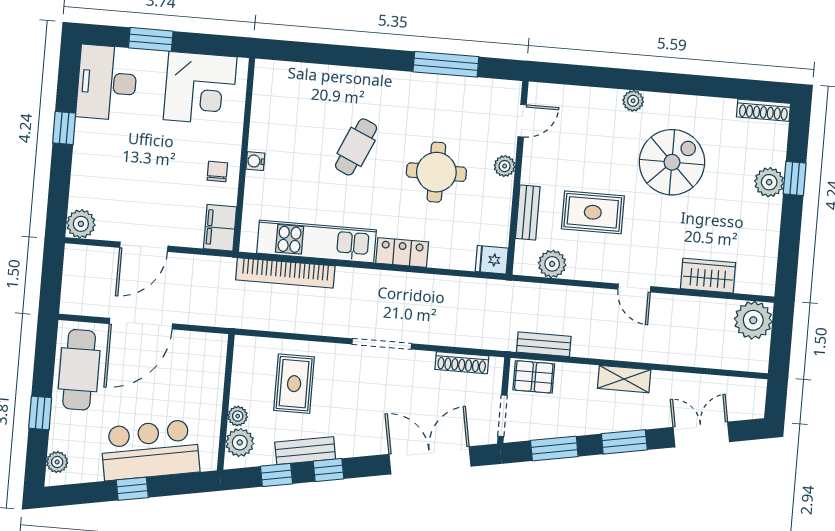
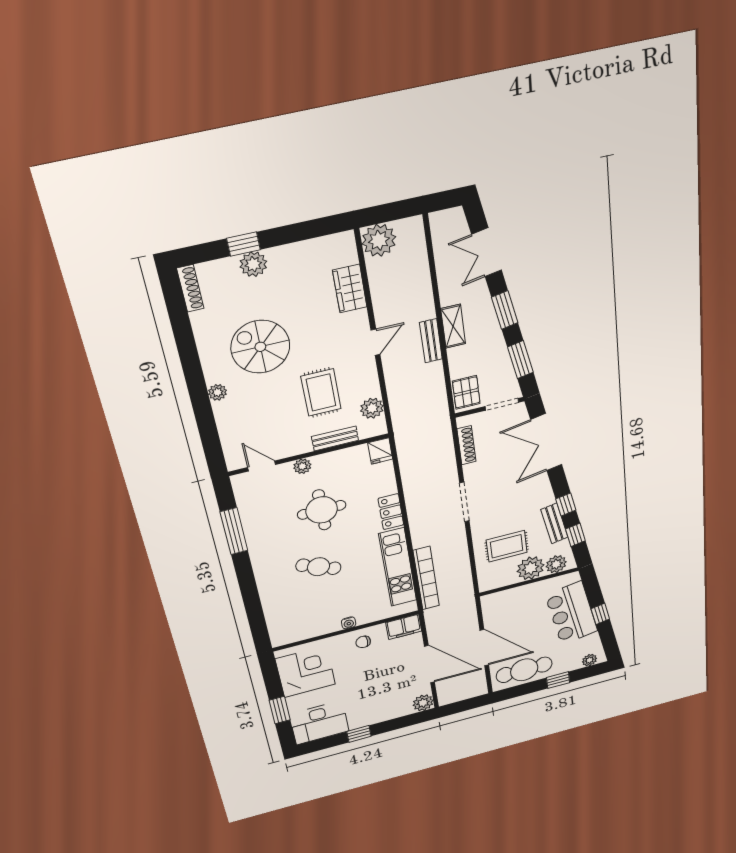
door: (144, 247) -> (430, 664), width x1.36
bench: (544, 344) -> (431, 341), moved
plant: (238, 416) -> (531, 568), width x1.88, depth x1.88

